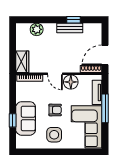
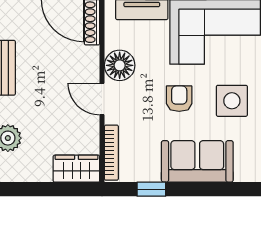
door: (55, 74) -> (102, 99), swing flipped
window: (13, 120) -> (151, 189), moved

